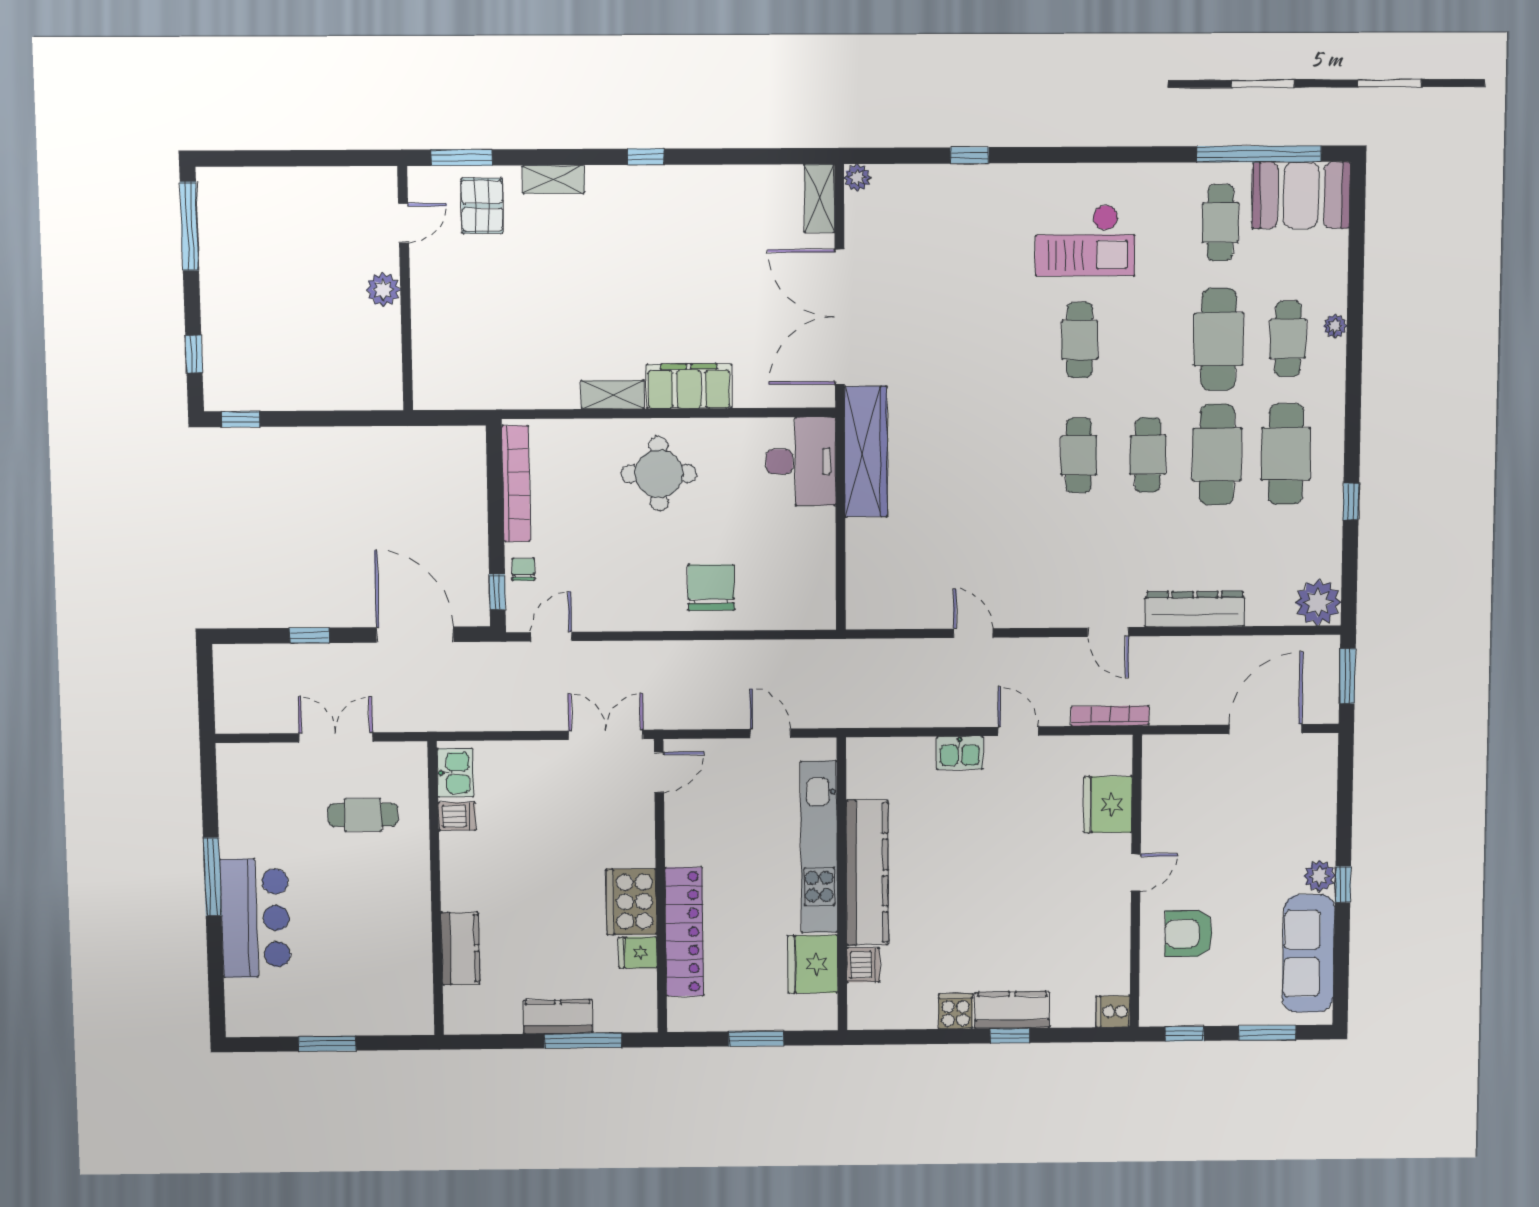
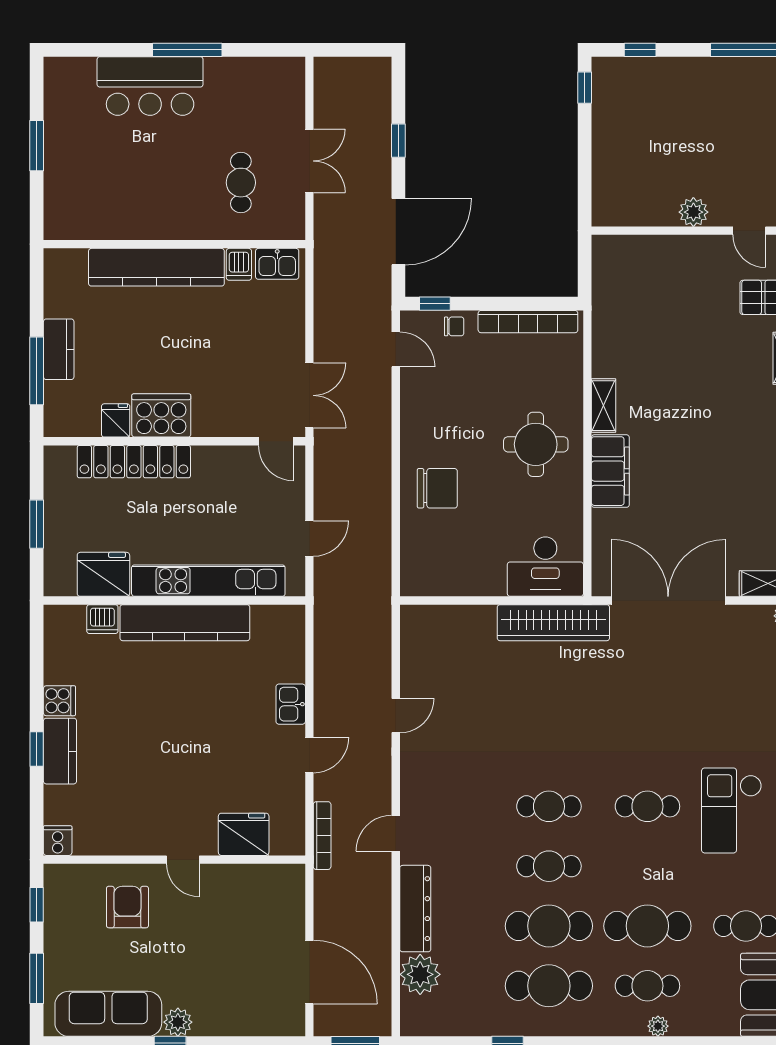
plant: (1318, 602) -> (420, 974), moved
kitchen counter: (460, 948) -> (156, 267), width x2.08, depth x1.17

